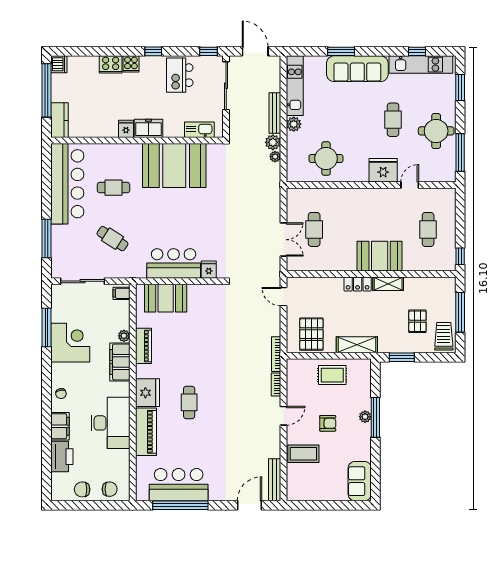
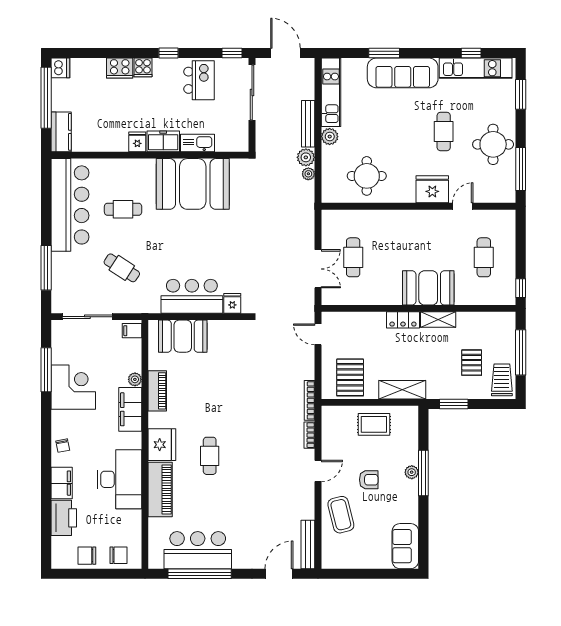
kitchen island: (180, 75) -> (199, 80), turned 180
kitchen sink: (199, 130) -> (197, 143), moved
coffee table: (303, 454) -> (341, 515), turned 76

